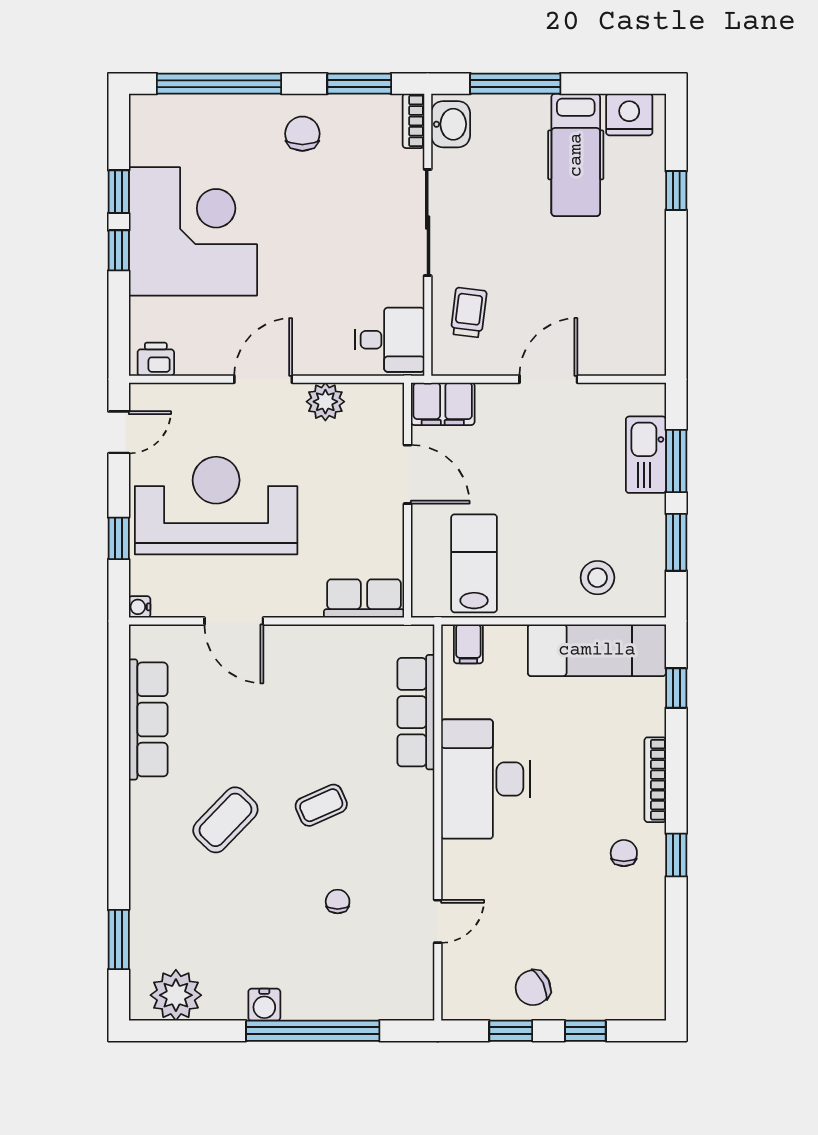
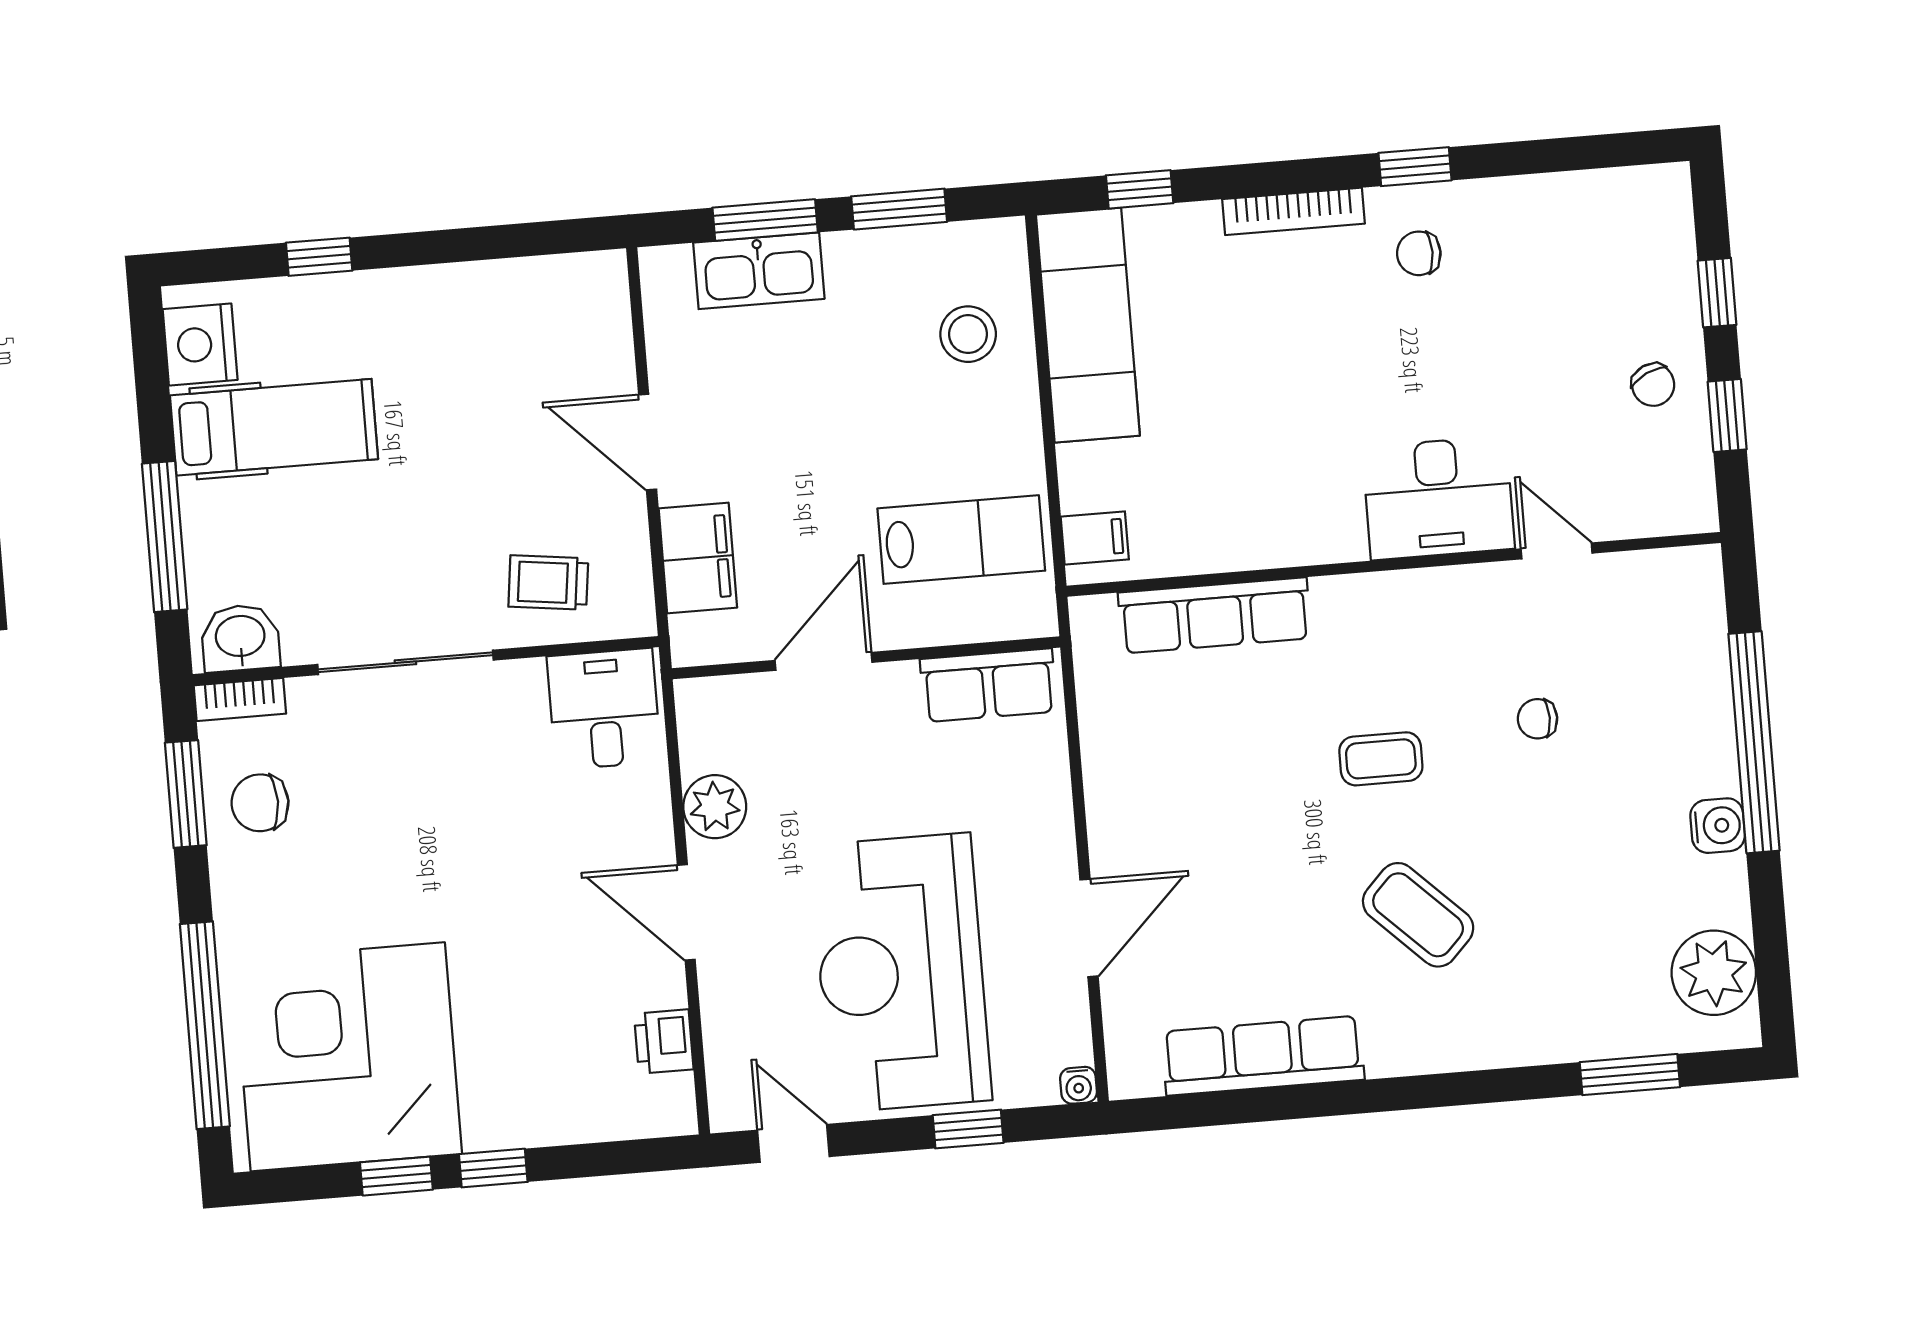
chair: (302, 134) -> (260, 803), moved
corner desk: (193, 231) -> (348, 1057), moved
printer: (156, 359) -> (664, 1042), moved
filing cabinet: (443, 404) -> (698, 558), moved
lab bench: (474, 563) -> (961, 540), turned 180
row of seats: (364, 598) -> (988, 685), moved, turned -90
desk: (486, 779) -> (1438, 498), moved, width x0.73, depth x0.77
coffee table: (321, 805) -> (1381, 759), turned -66
chair: (533, 988) -> (1653, 385), width x0.73, depth x0.73

